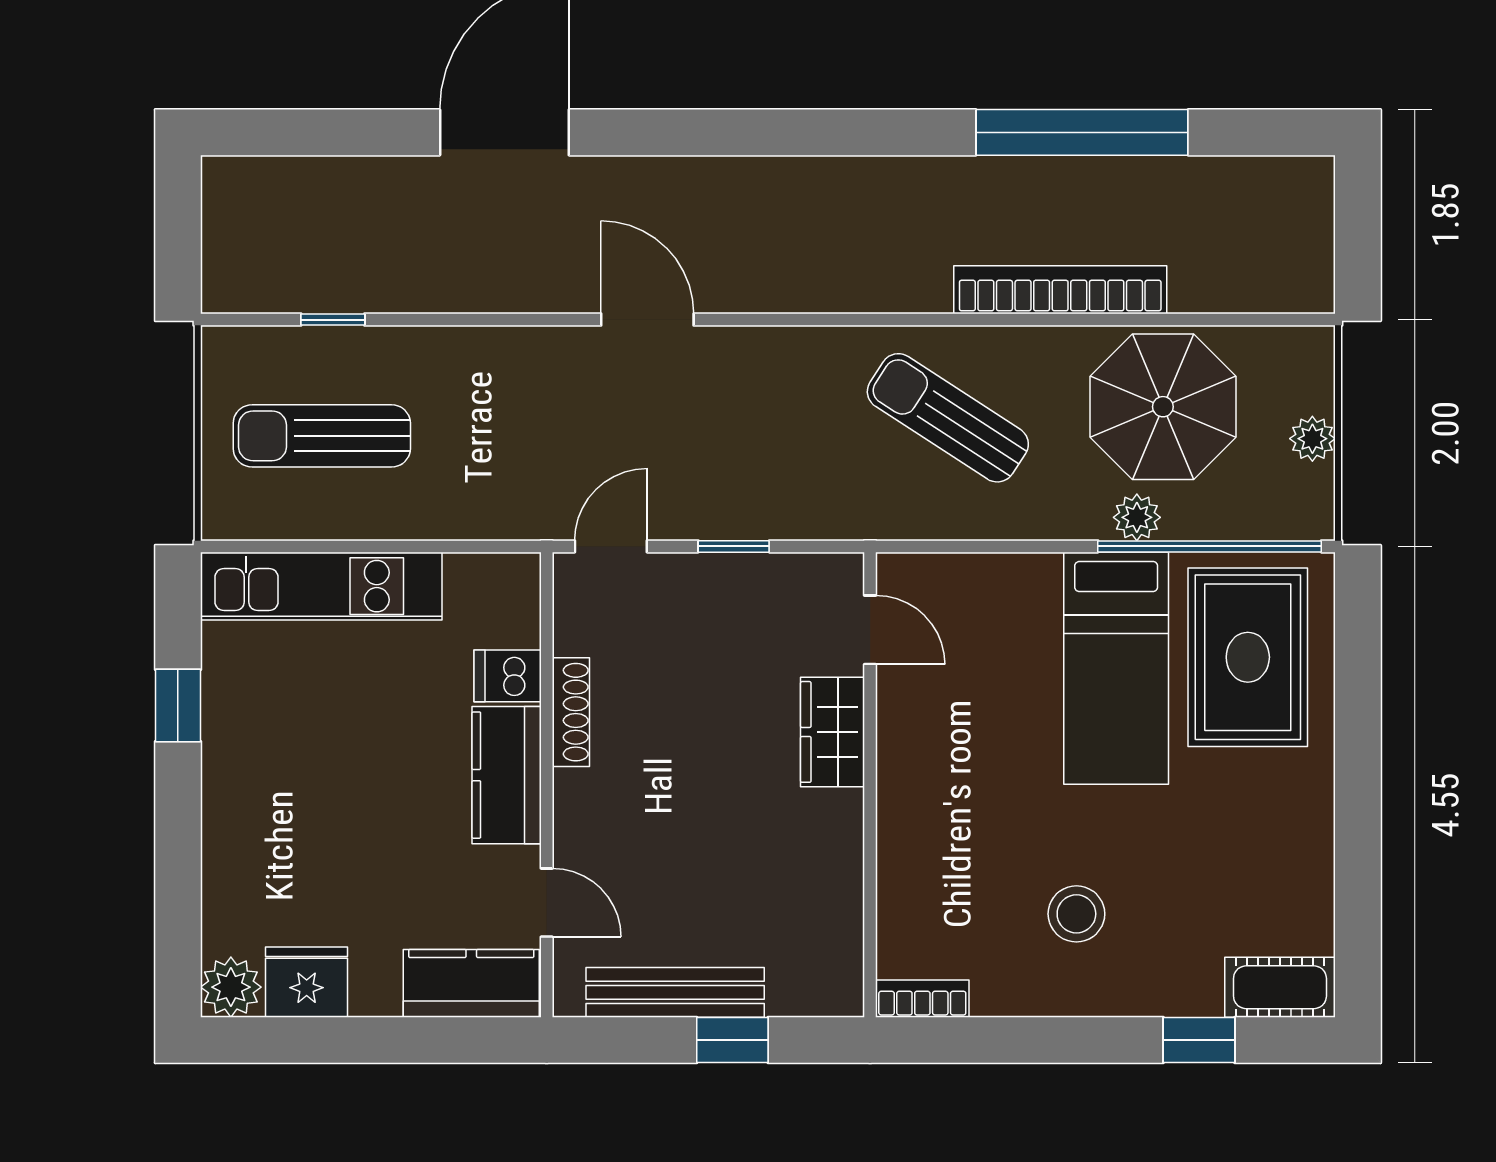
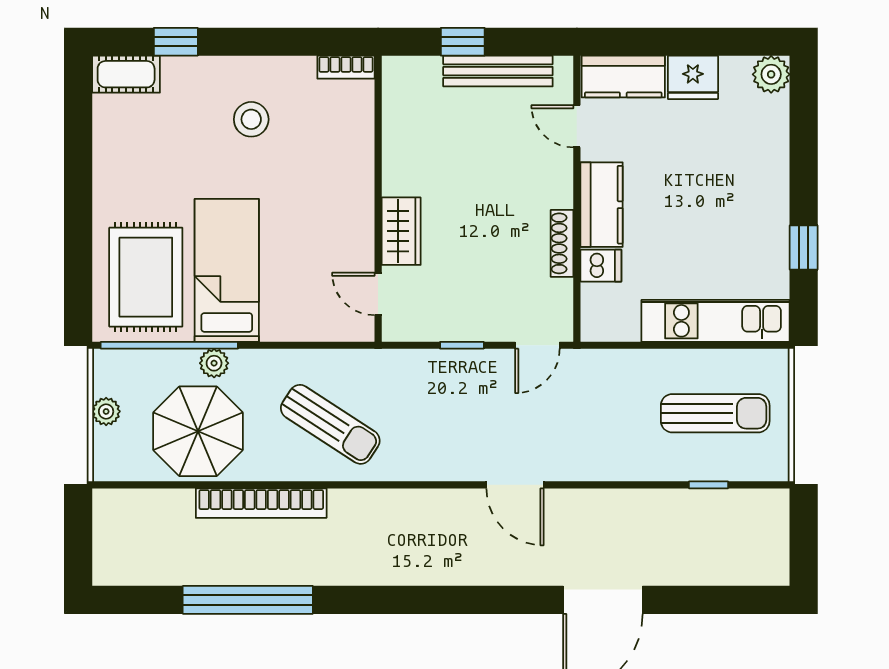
fridge: (307, 982) -> (693, 77), moved

